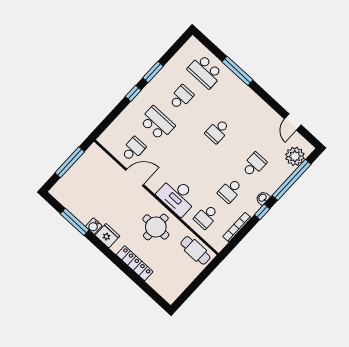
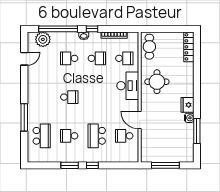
locker: (135, 263) -> (189, 47), moved

